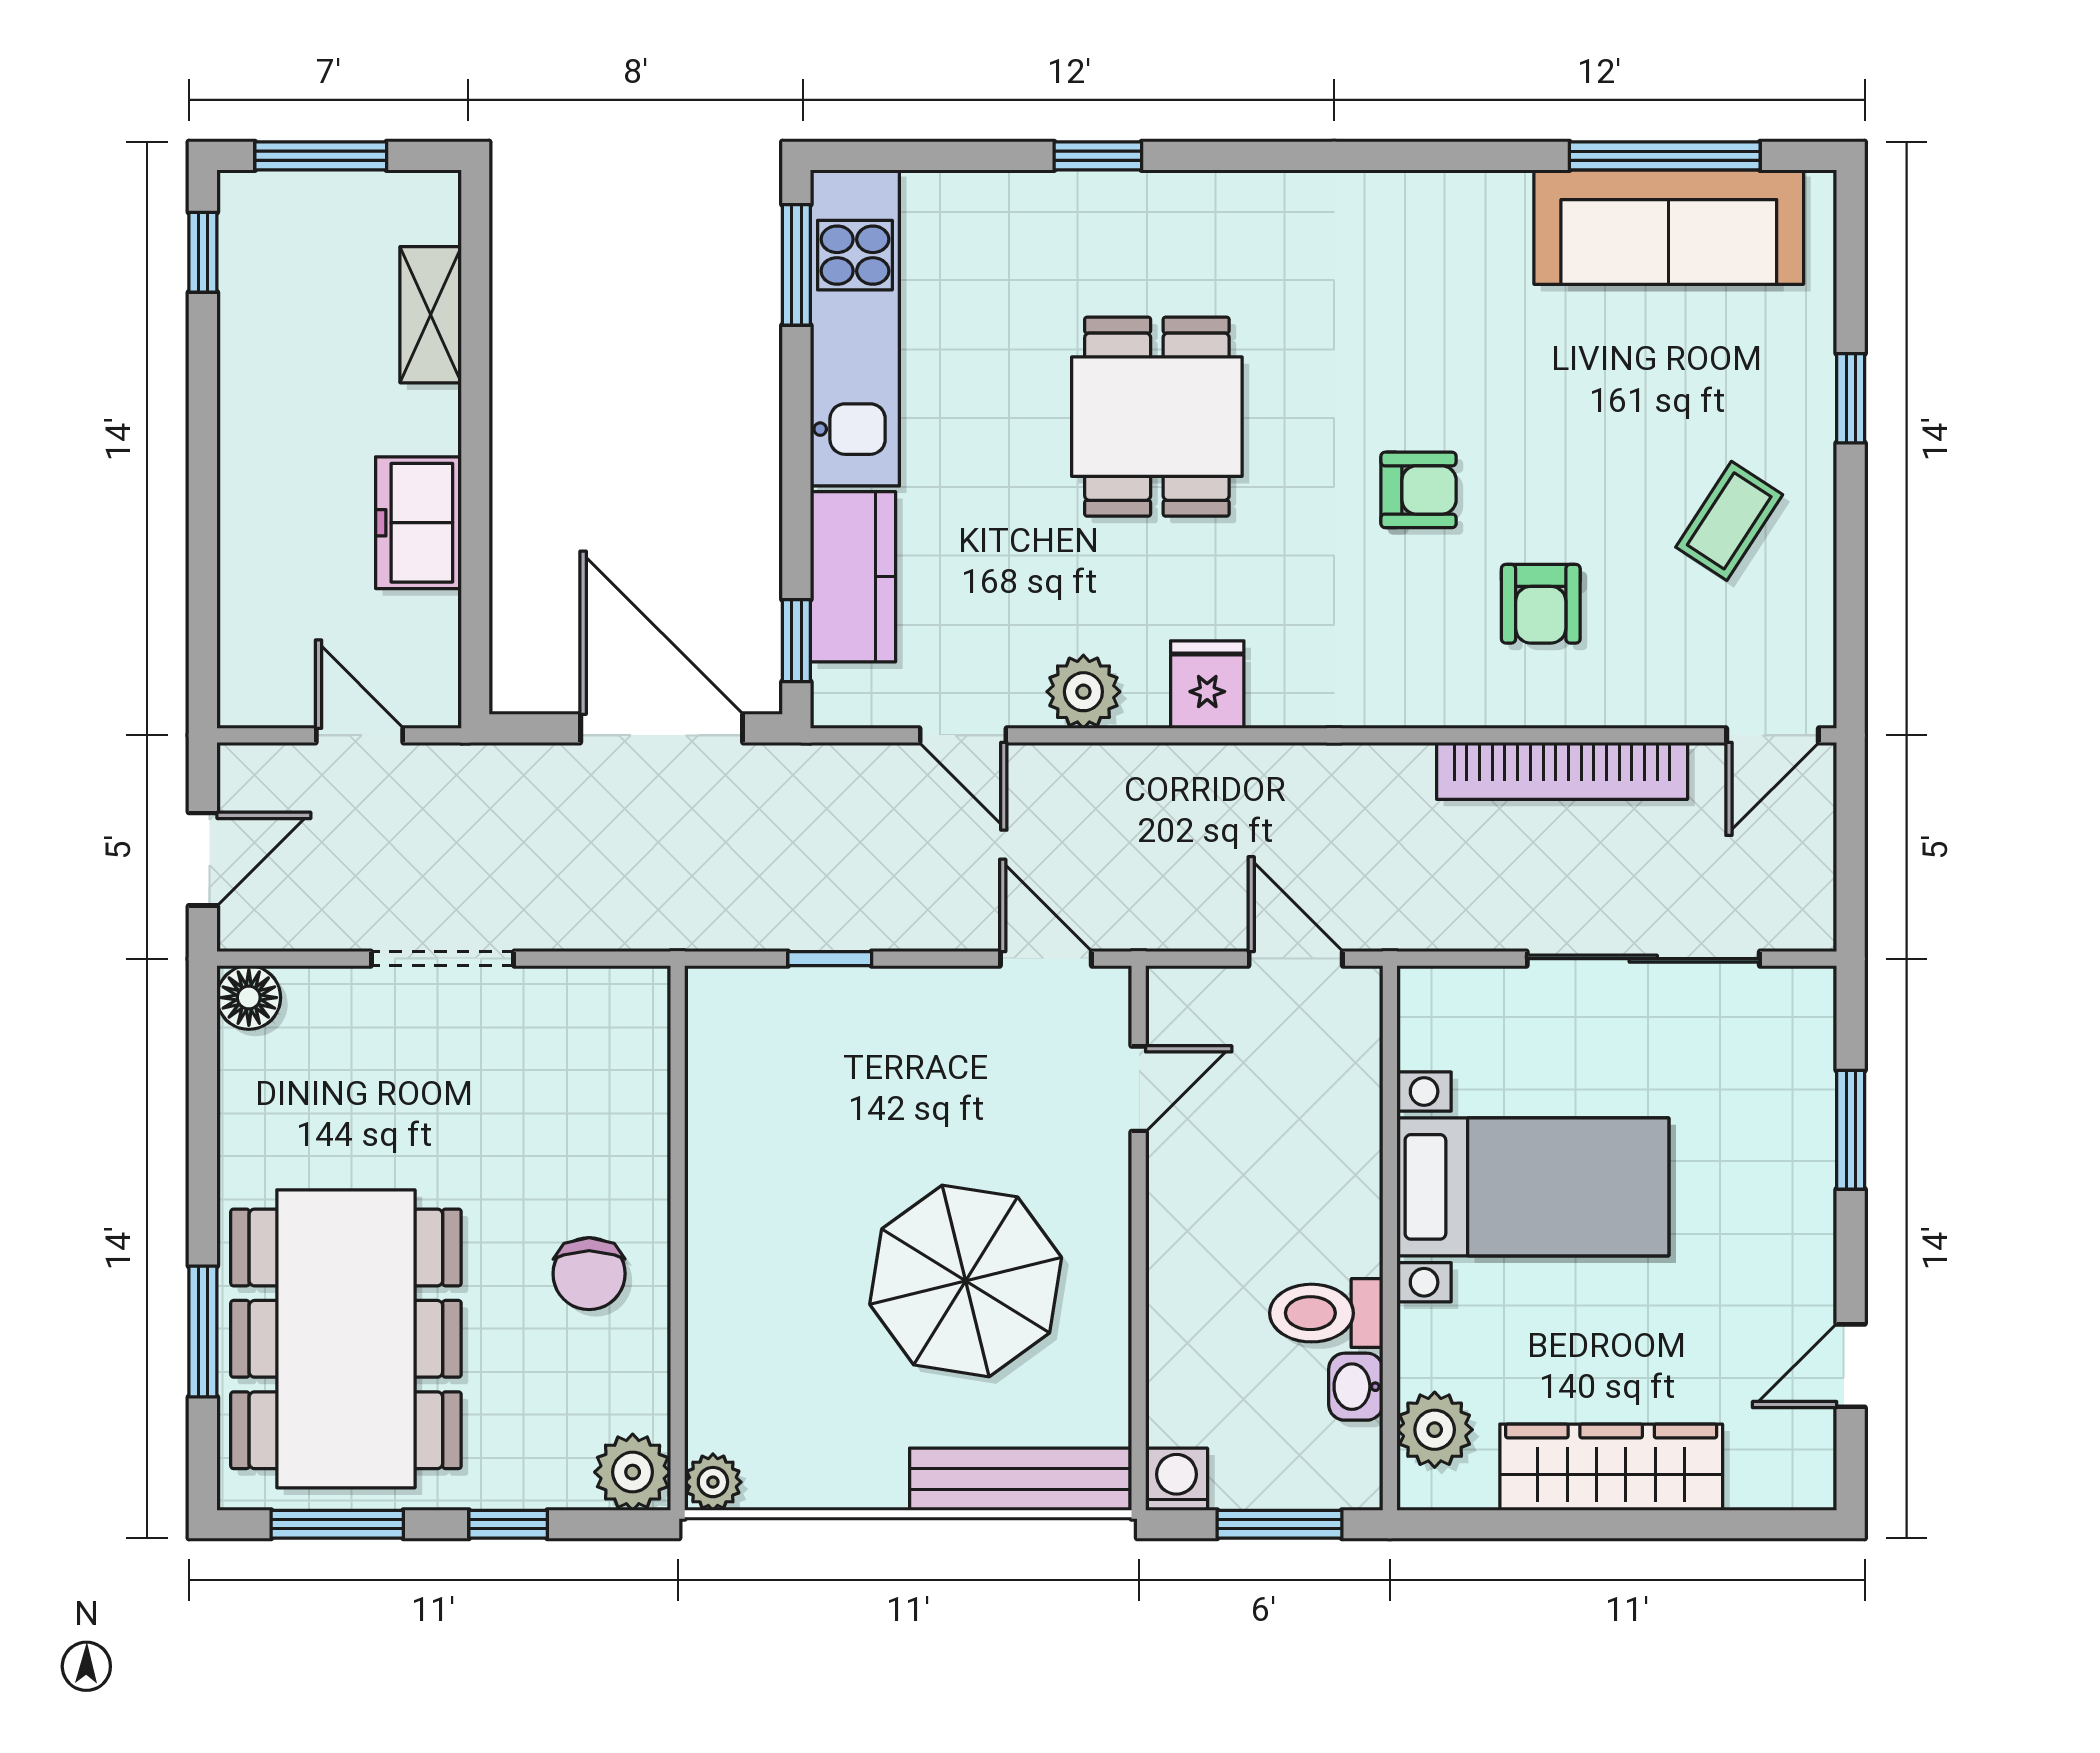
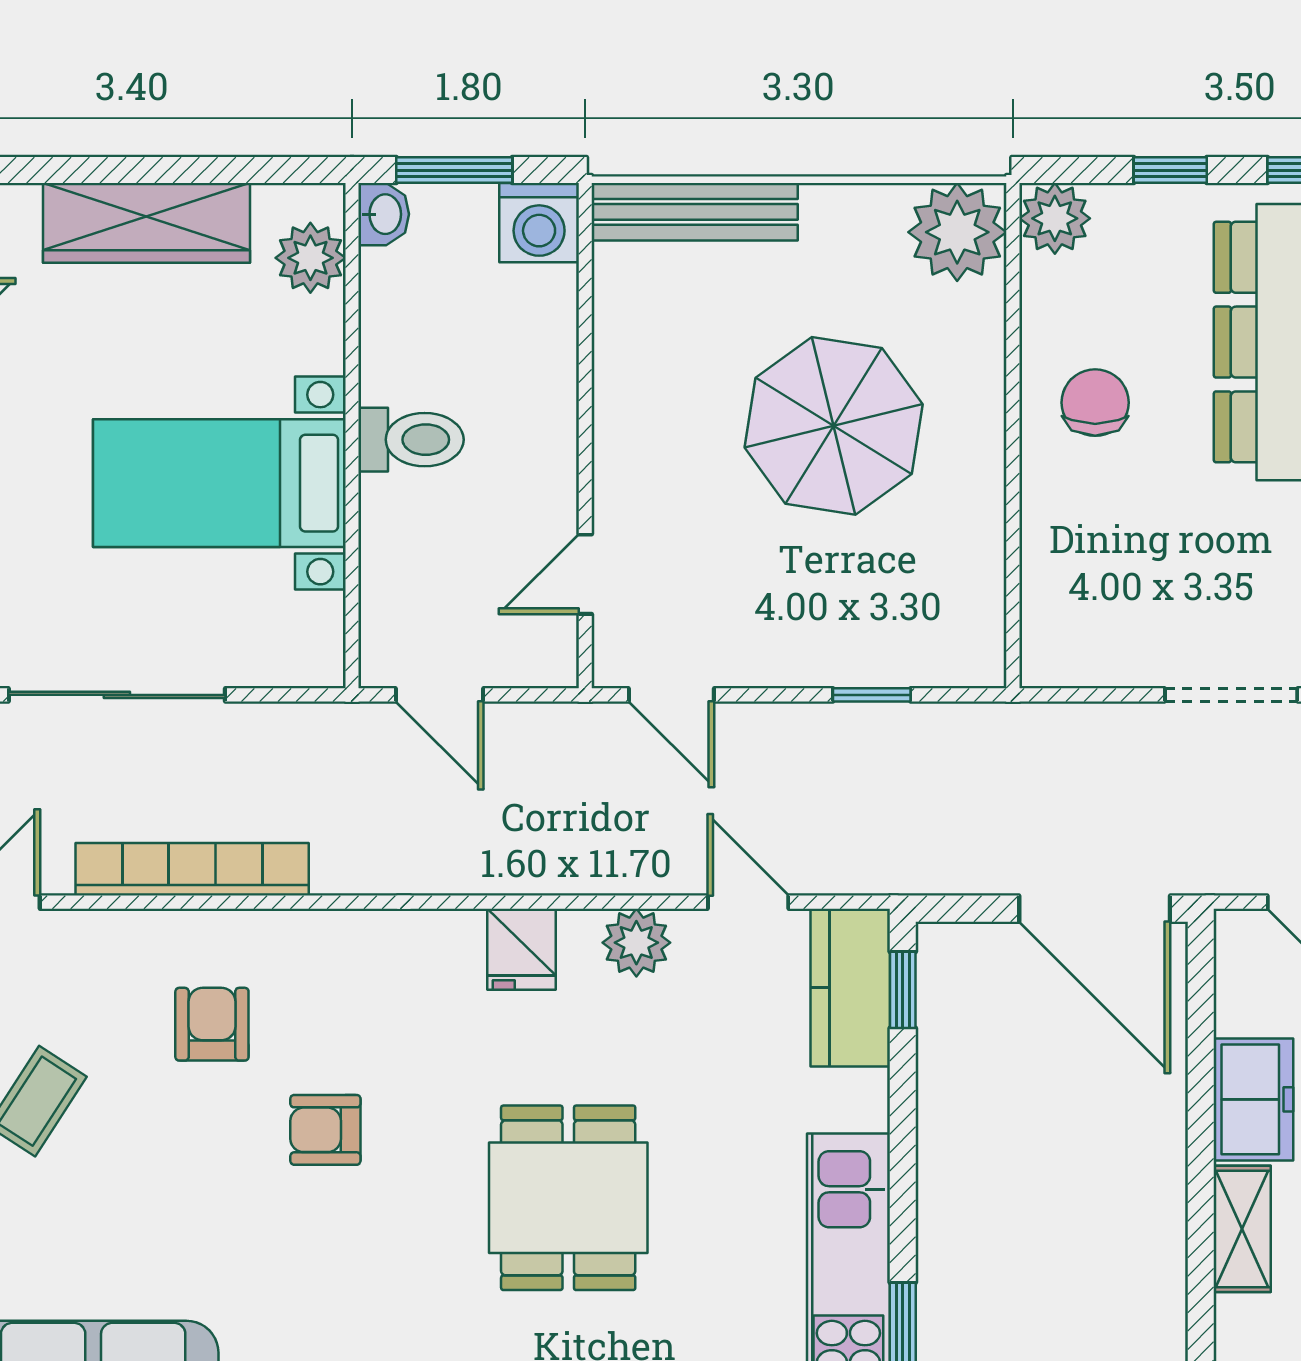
shelving: (431, 315) -> (1242, 1229), moved
kitchen counter: (853, 577) -> (850, 988), moved
door: (662, 728) -> (1095, 909), moved
parasol: (966, 1281) -> (834, 426), moved
toilet: (1326, 1313) -> (411, 440), moved
washbasin: (1356, 1387) -> (384, 214), moved
washing machine: (1177, 1479) -> (539, 223), width x1.38, depth x1.38
plant: (713, 1482) -> (957, 232), width x1.87, depth x1.87

